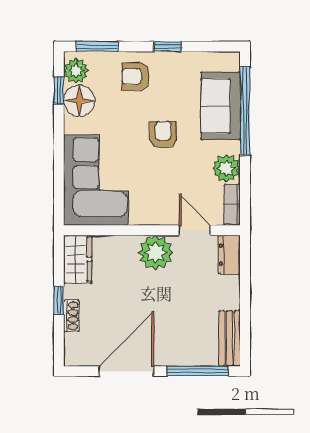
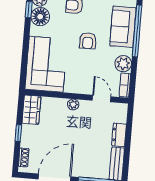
armchair: (163, 135) -> (88, 41), turned 180
plant: (156, 252) -> (73, 104), width x0.53, depth x0.53
dresser: (229, 255) -> (119, 135), moved
shoe rack: (71, 316) -> (24, 157), moved

